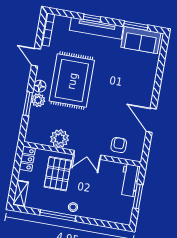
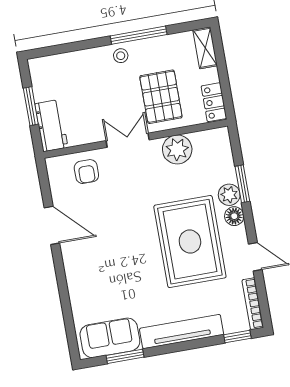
window: (92, 18) -> (237, 336), moved

